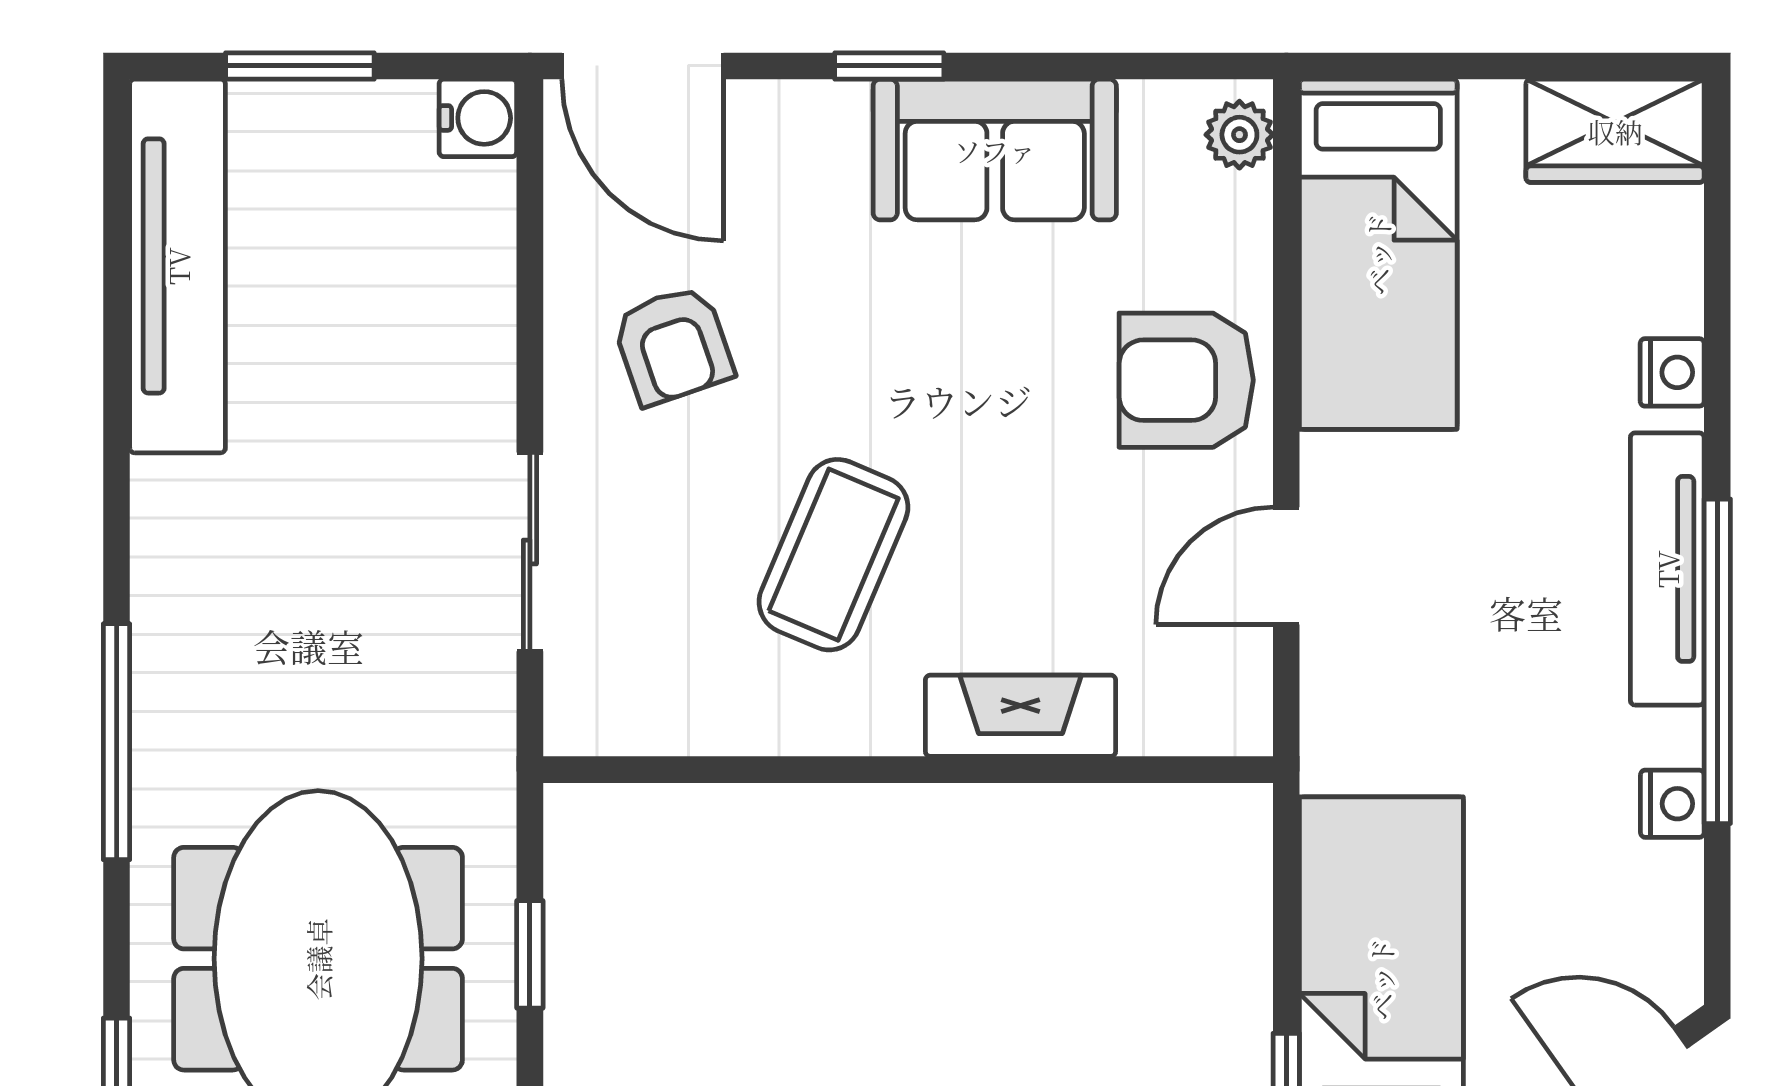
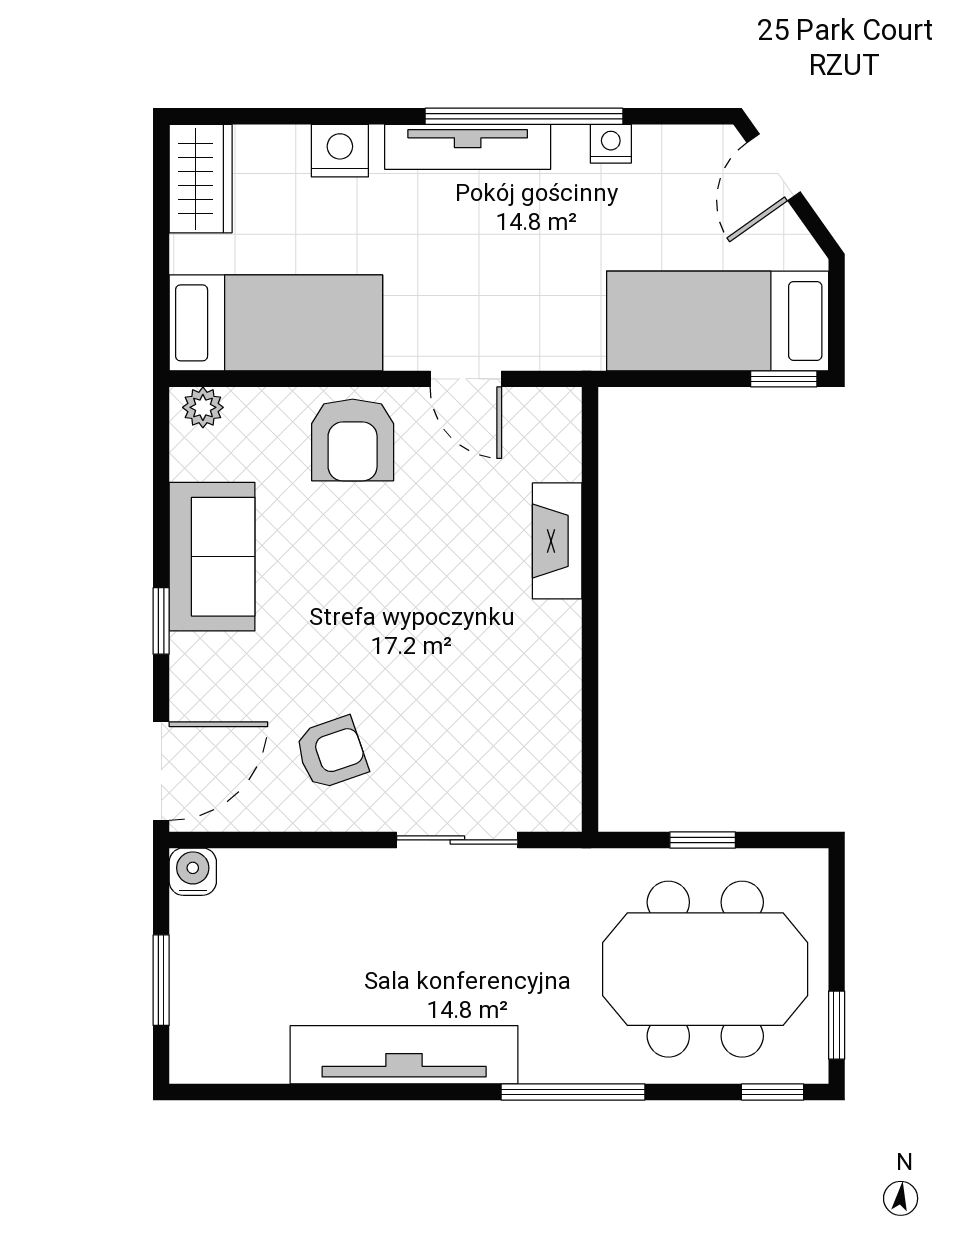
tv unit: (178, 266) -> (404, 1055), moved
nightstand: (1672, 372) -> (340, 151), width x1.39, depth x1.35
coffee table: (833, 555) -> (459, 655), removed

